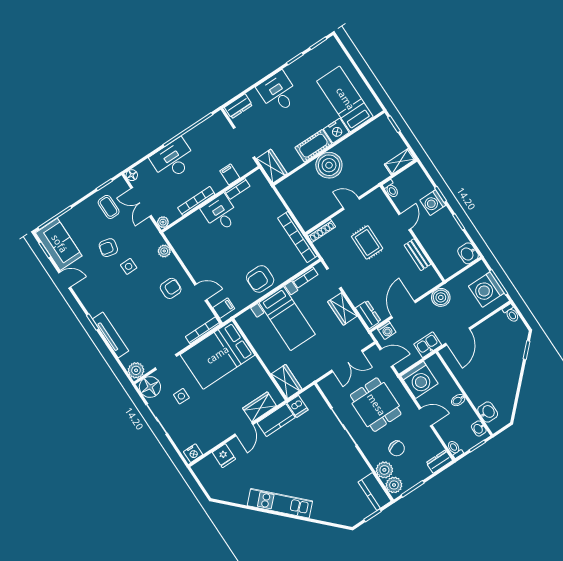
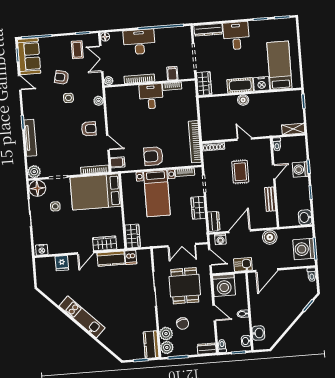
dresser: (238, 106) -> (208, 30), width x1.44
boiler: (329, 165) -> (243, 100), width x0.54, depth x0.54

